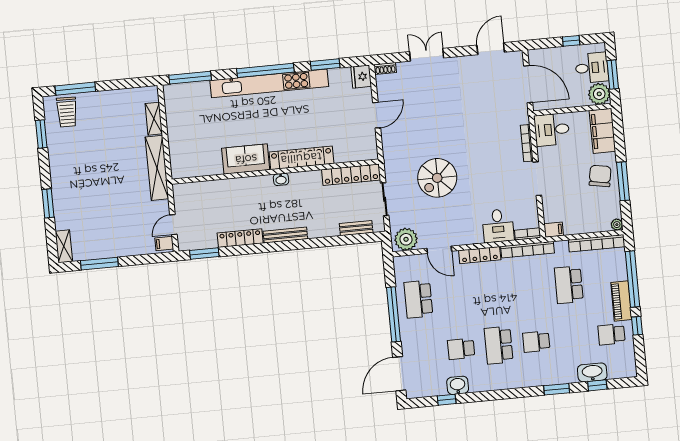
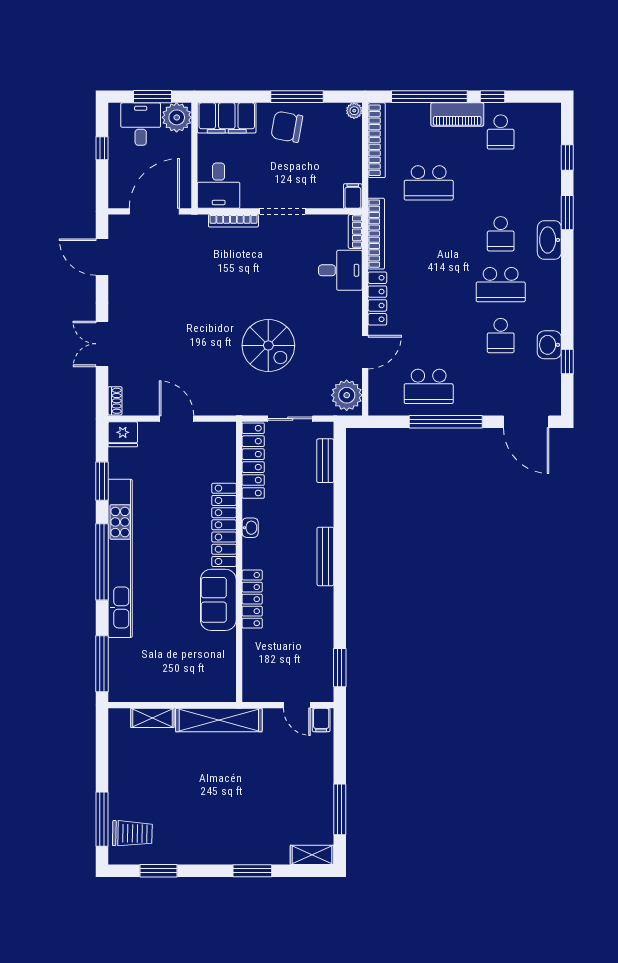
washbasin: (281, 179) -> (250, 528), moved
locker: (240, 238) -> (252, 599), moved, turned 180
washbasin: (592, 372) -> (549, 240), moved

